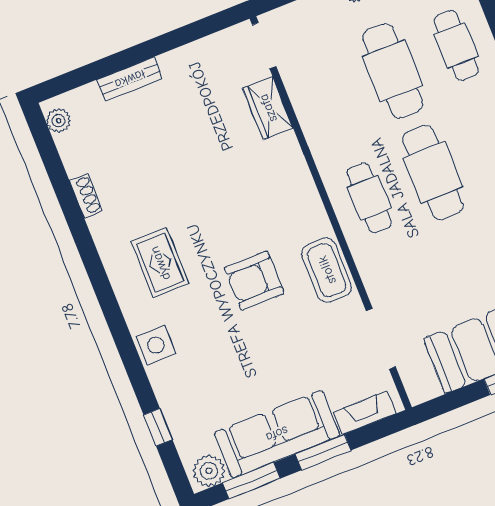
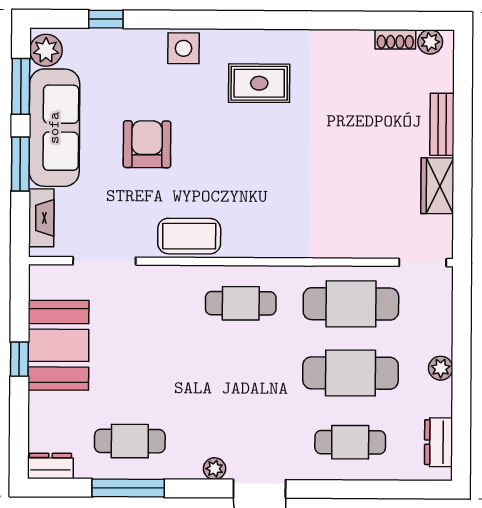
wardrobe: (268, 108) -> (437, 186), moved, turned -90
cafe table: (433, 172) -> (351, 304), moved
shoe rack: (86, 196) -> (395, 39), moved
armchair: (254, 281) -> (147, 144), moved

